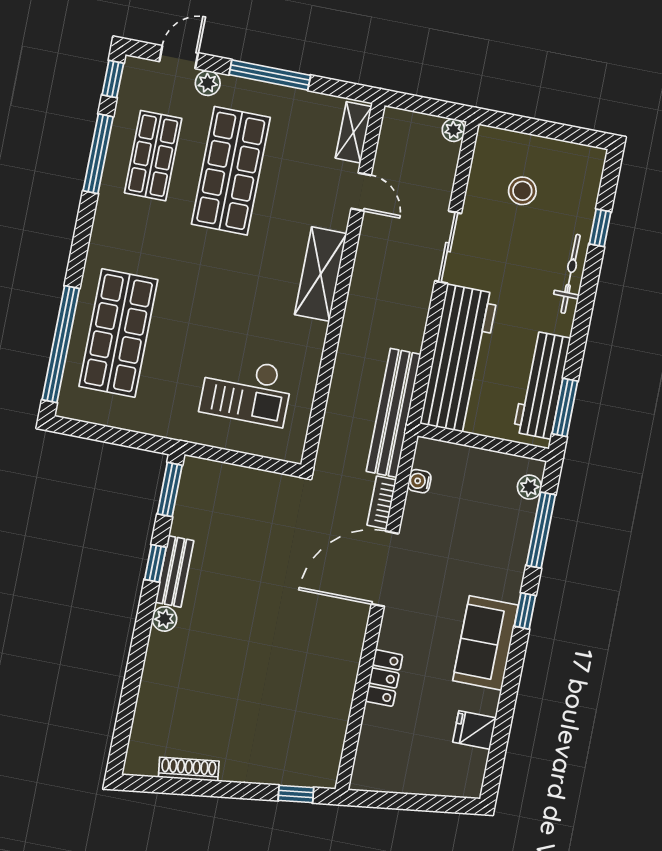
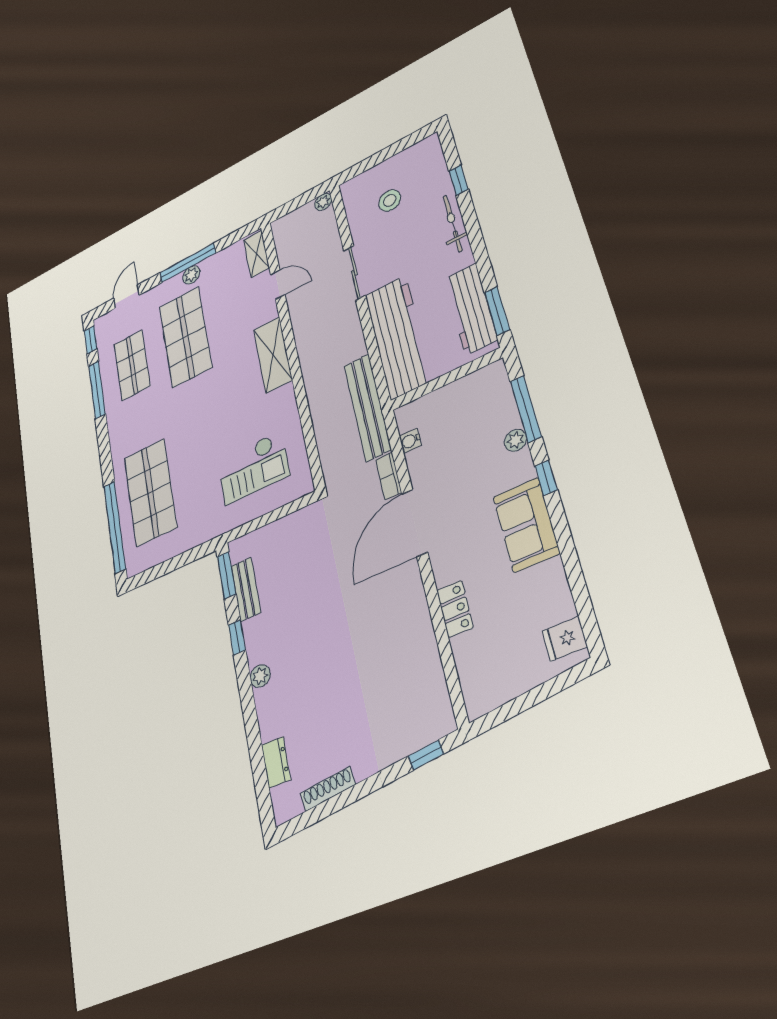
plant: (208, 83) -> (191, 275), moved
plant: (529, 487) -> (515, 440), moved
bench: (175, 571) -> (246, 589), moved
dresser: (147, 714) -> (276, 762), added
fridge: (475, 730) -> (565, 639), moved

